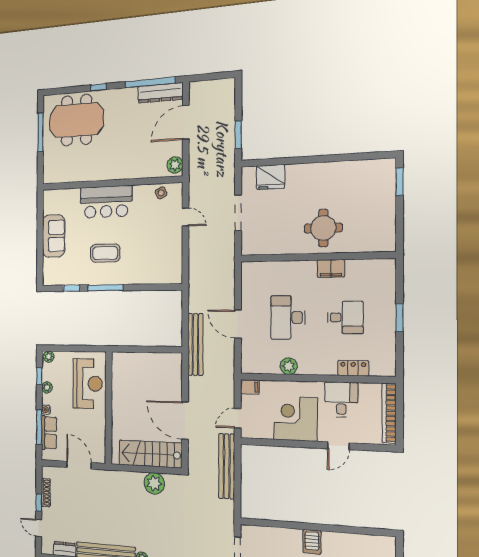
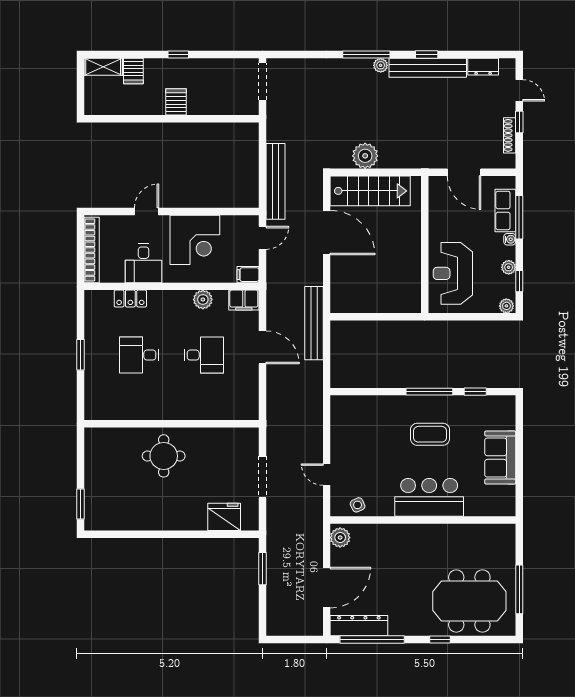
filing cabinet: (331, 269) -> (244, 300), moved, turned 180
desk: (288, 317) -> (204, 355), width x0.73

